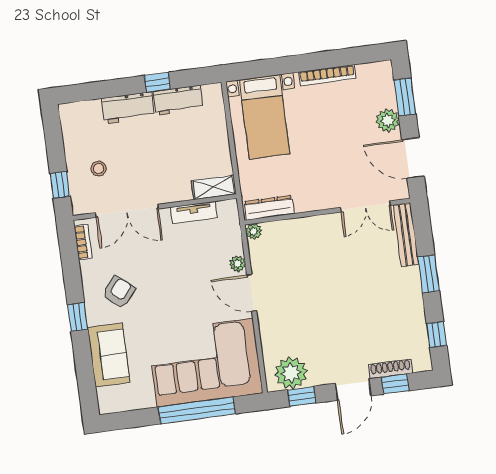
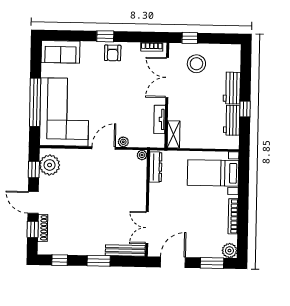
plant: (388, 120) -> (229, 251), moved
stool: (99, 169) -> (196, 64), width x1.89, depth x1.89
armchair: (119, 292) -> (113, 53), moved, turned 50
sofa: (109, 355) -> (60, 52), moved

